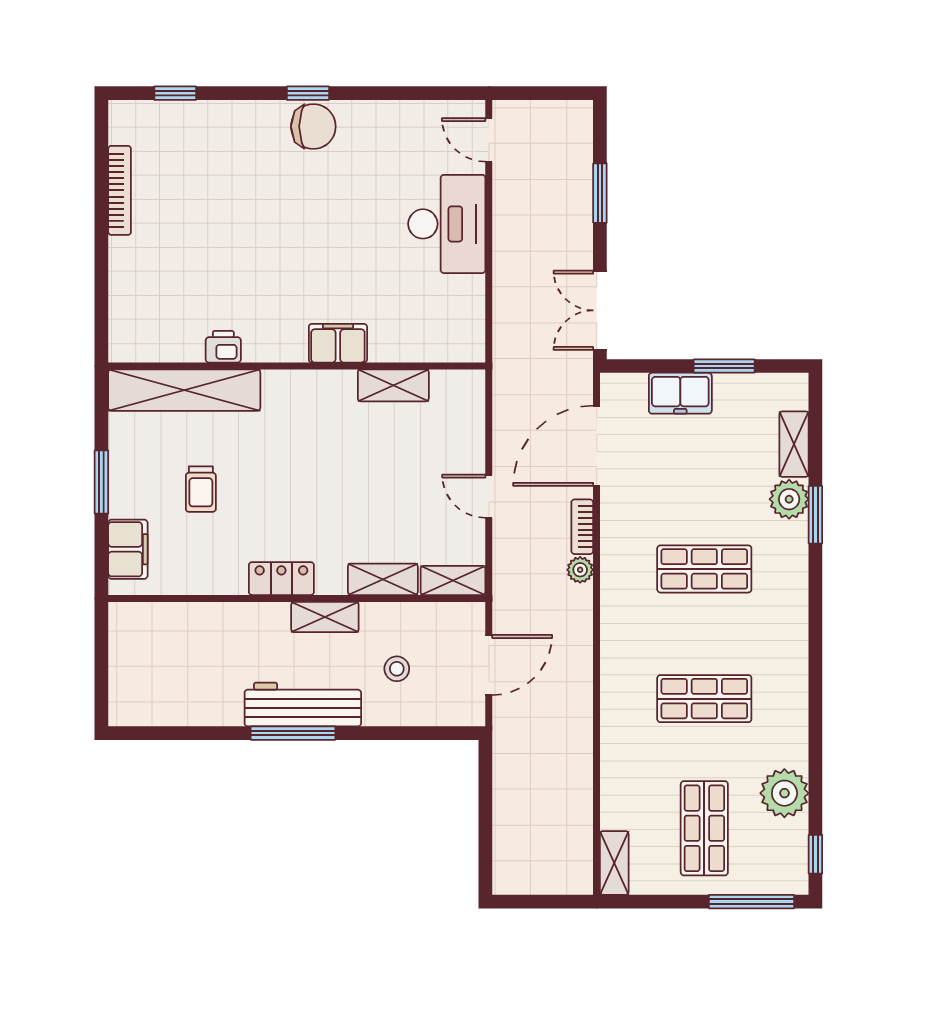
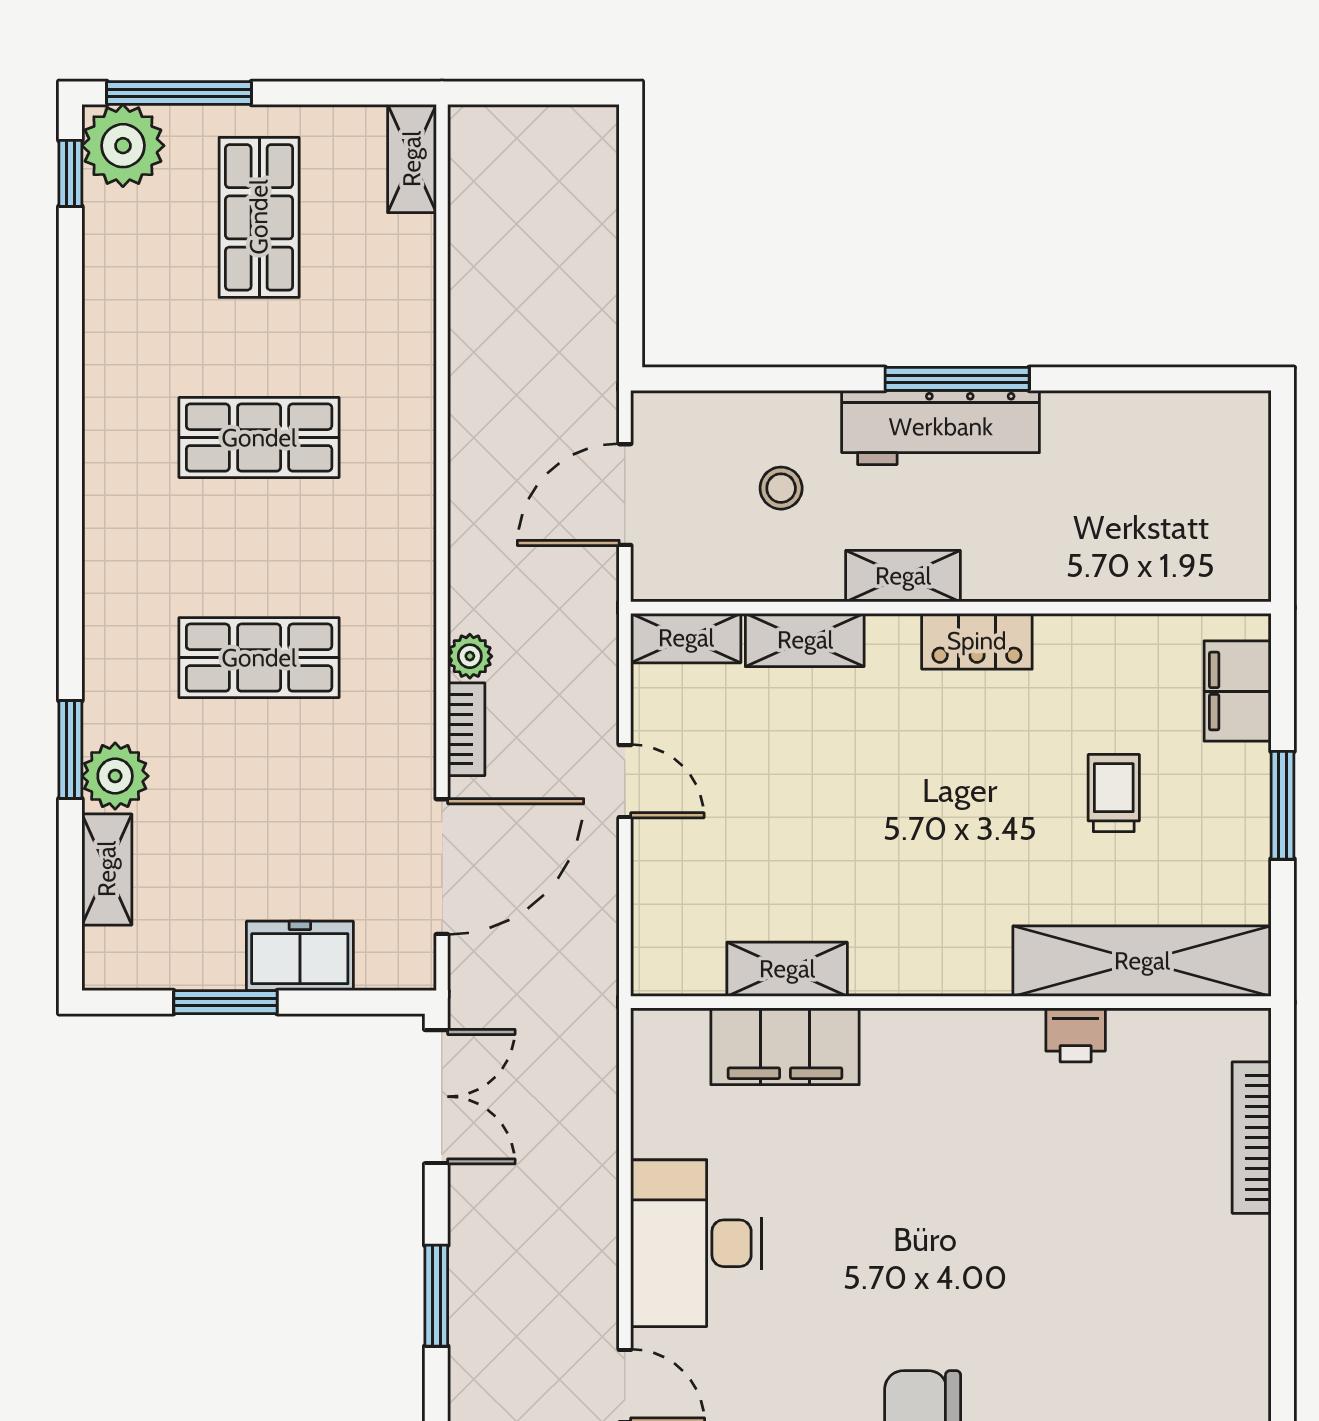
bookcase: (120, 190) -> (1252, 1138), moved
filing cabinet: (338, 343) -> (785, 1046), moved, width x1.50, depth x1.17
plant: (784, 793) -> (123, 146), moved

